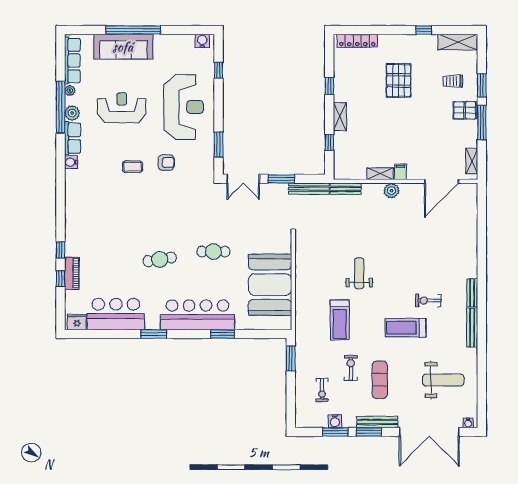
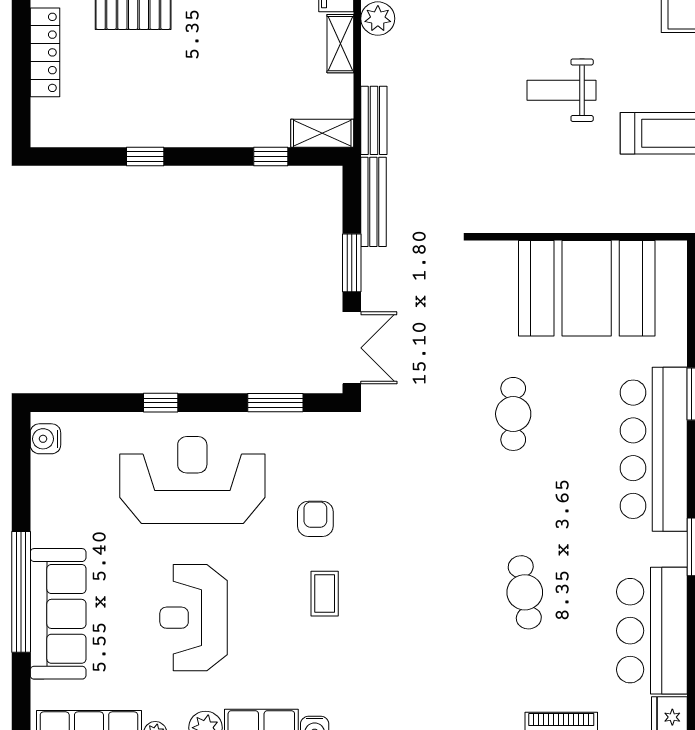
locker: (357, 41) -> (45, 52), moved
window: (219, 70) -> (161, 403), moved
shelving: (340, 117) -> (322, 133), moved
cafe table: (160, 259) -> (525, 592), moved

